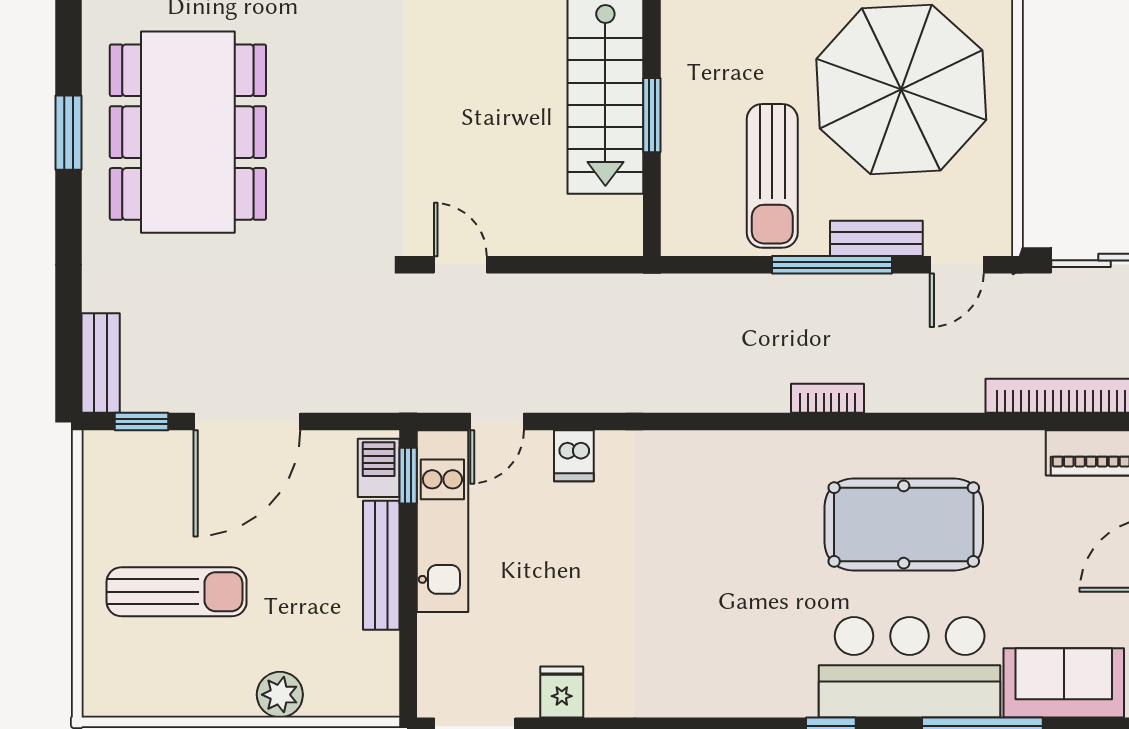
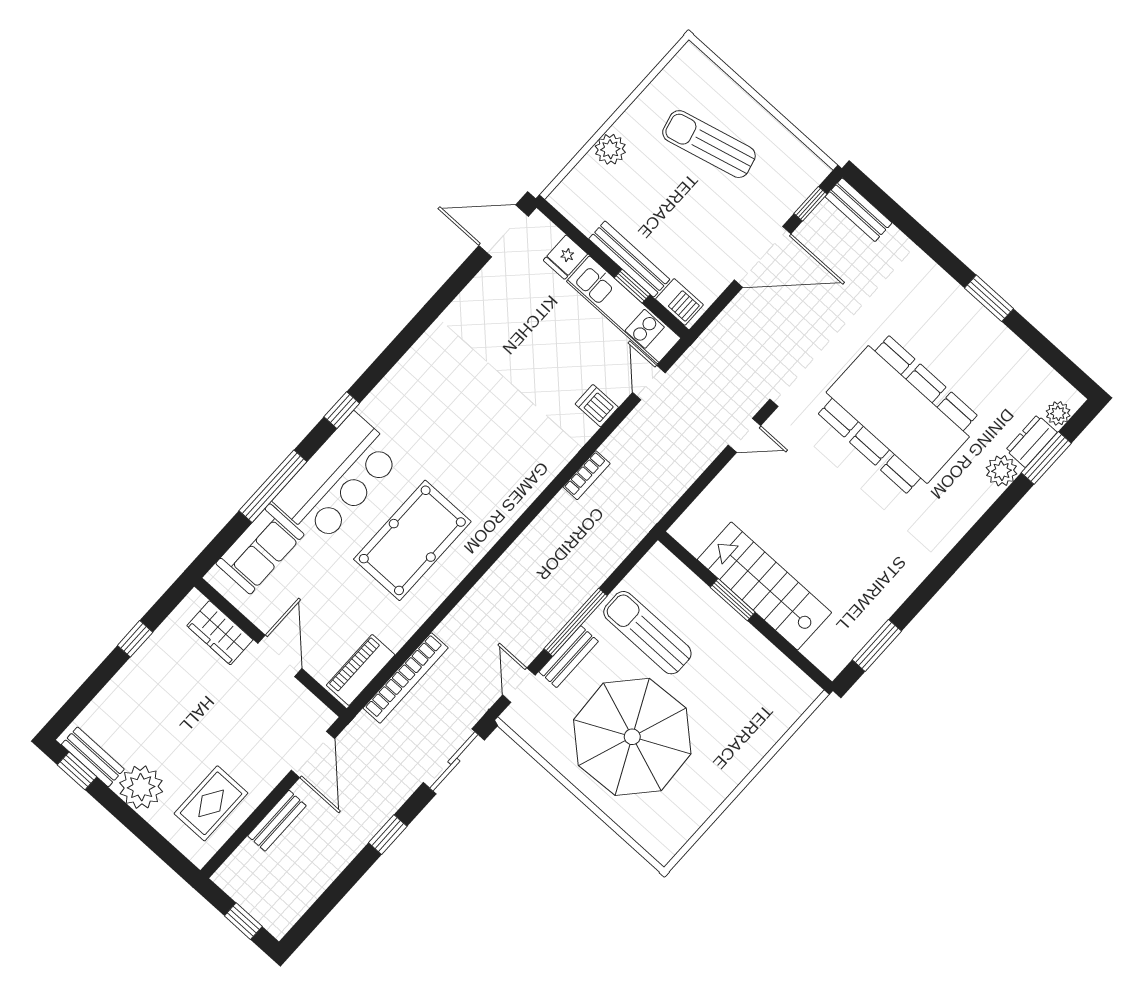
dining table: (188, 132) -> (898, 415), moved
bookcase: (828, 398) -> (587, 475), moved
door: (247, 421) -> (763, 257), swing flipped
window: (408, 476) -> (632, 286), moved
sun lounger: (177, 592) -> (709, 144), turned 76
fridge: (562, 692) -> (565, 257), moved, turned 90

